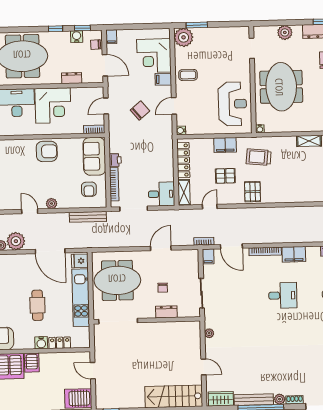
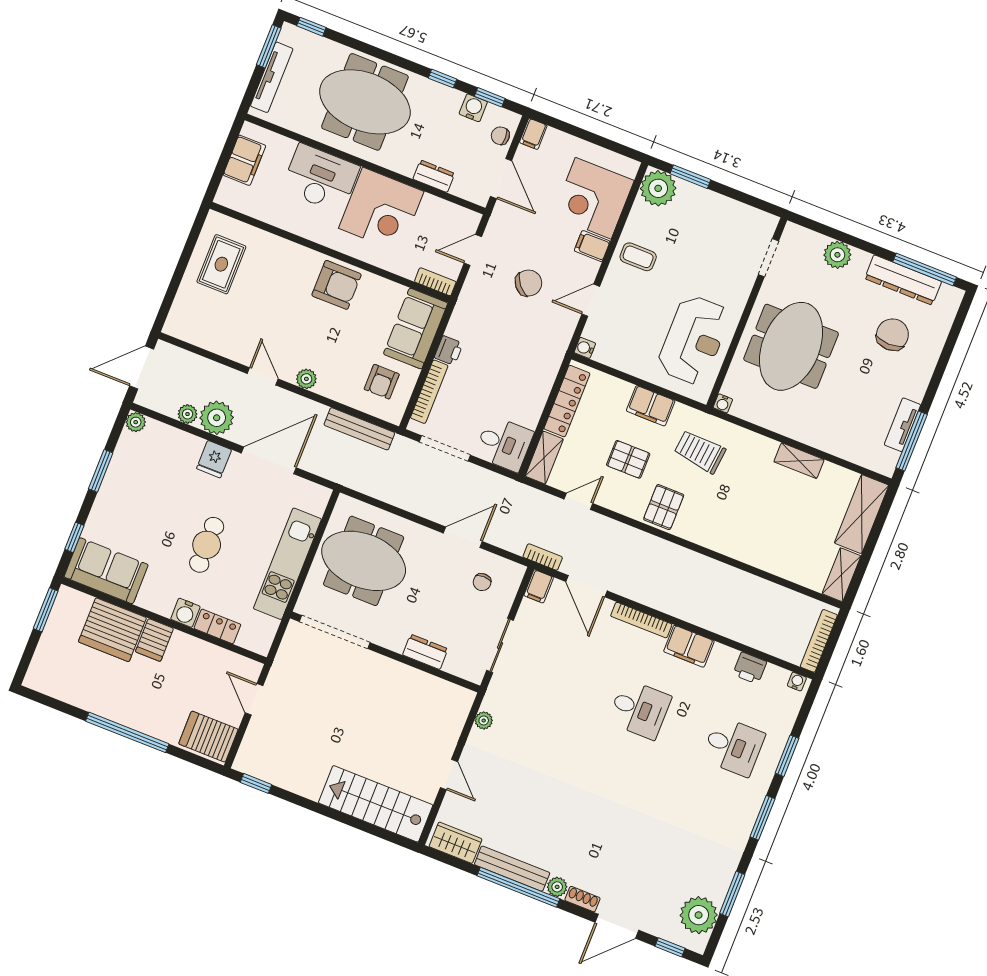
door: (50, 251) -> (269, 460), swing flipped
fridge: (80, 261) -> (214, 459), moved, turned -90
chair: (163, 288) -> (482, 582), moved

